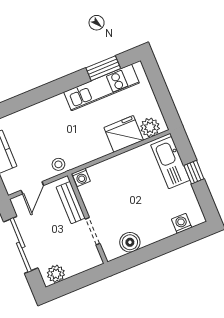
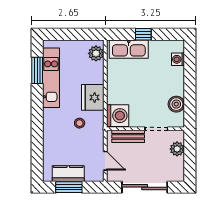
fridge: (124, 134) -> (93, 97), moved
stool: (58, 164) -> (80, 123), moved
washing machine: (81, 177) -> (118, 116), width x1.89, depth x1.89
plant: (56, 274) -> (177, 149), moved

